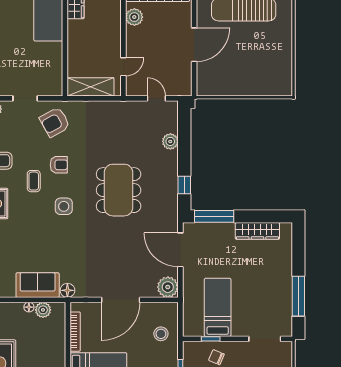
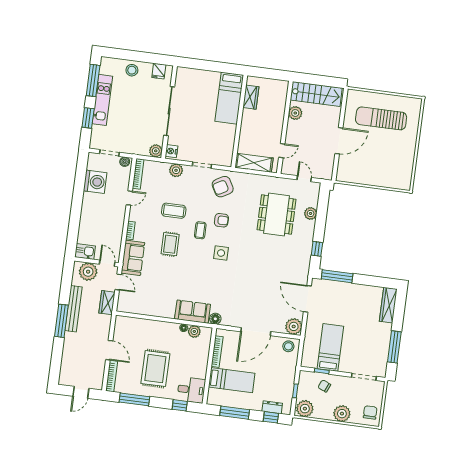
dining table: (119, 190) -> (276, 214), moved
wardrobe: (257, 231) -> (388, 305), moved, turned 90
stool: (161, 334) -> (288, 346), moved

